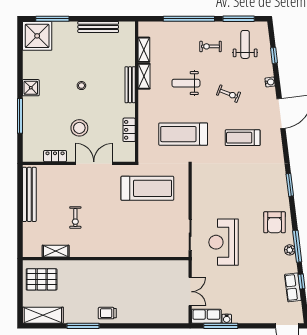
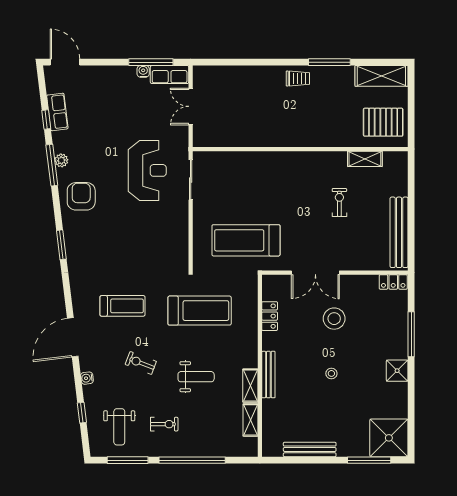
locker: (55, 156) -> (393, 282), moved

